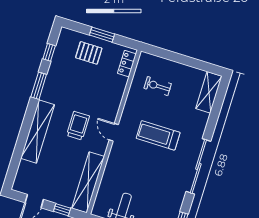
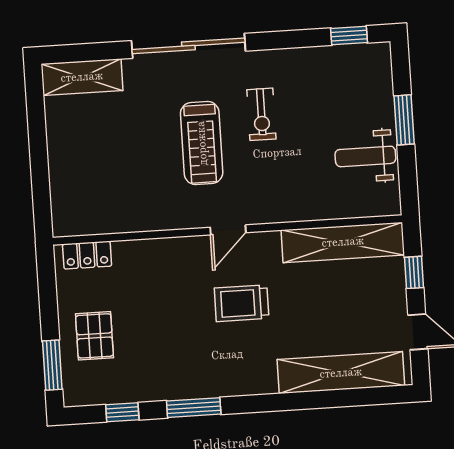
window: (102, 35) -> (52, 365), moved
exercise bike: (158, 86) -> (261, 114), moved
shelving: (38, 132) -> (341, 373), moved
sliding door: (198, 166) -> (188, 46), moved

